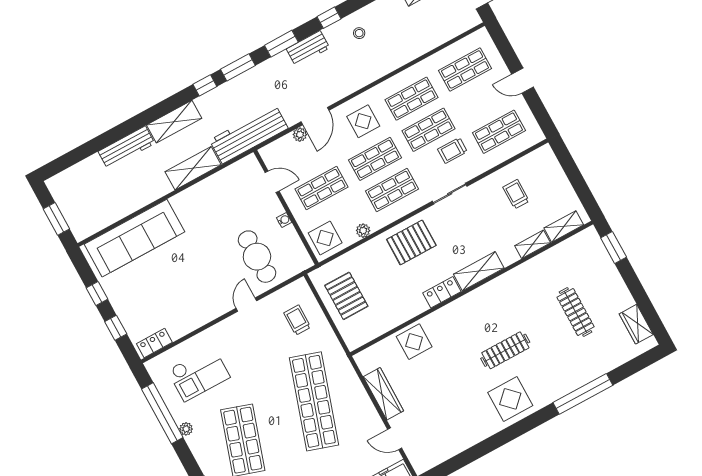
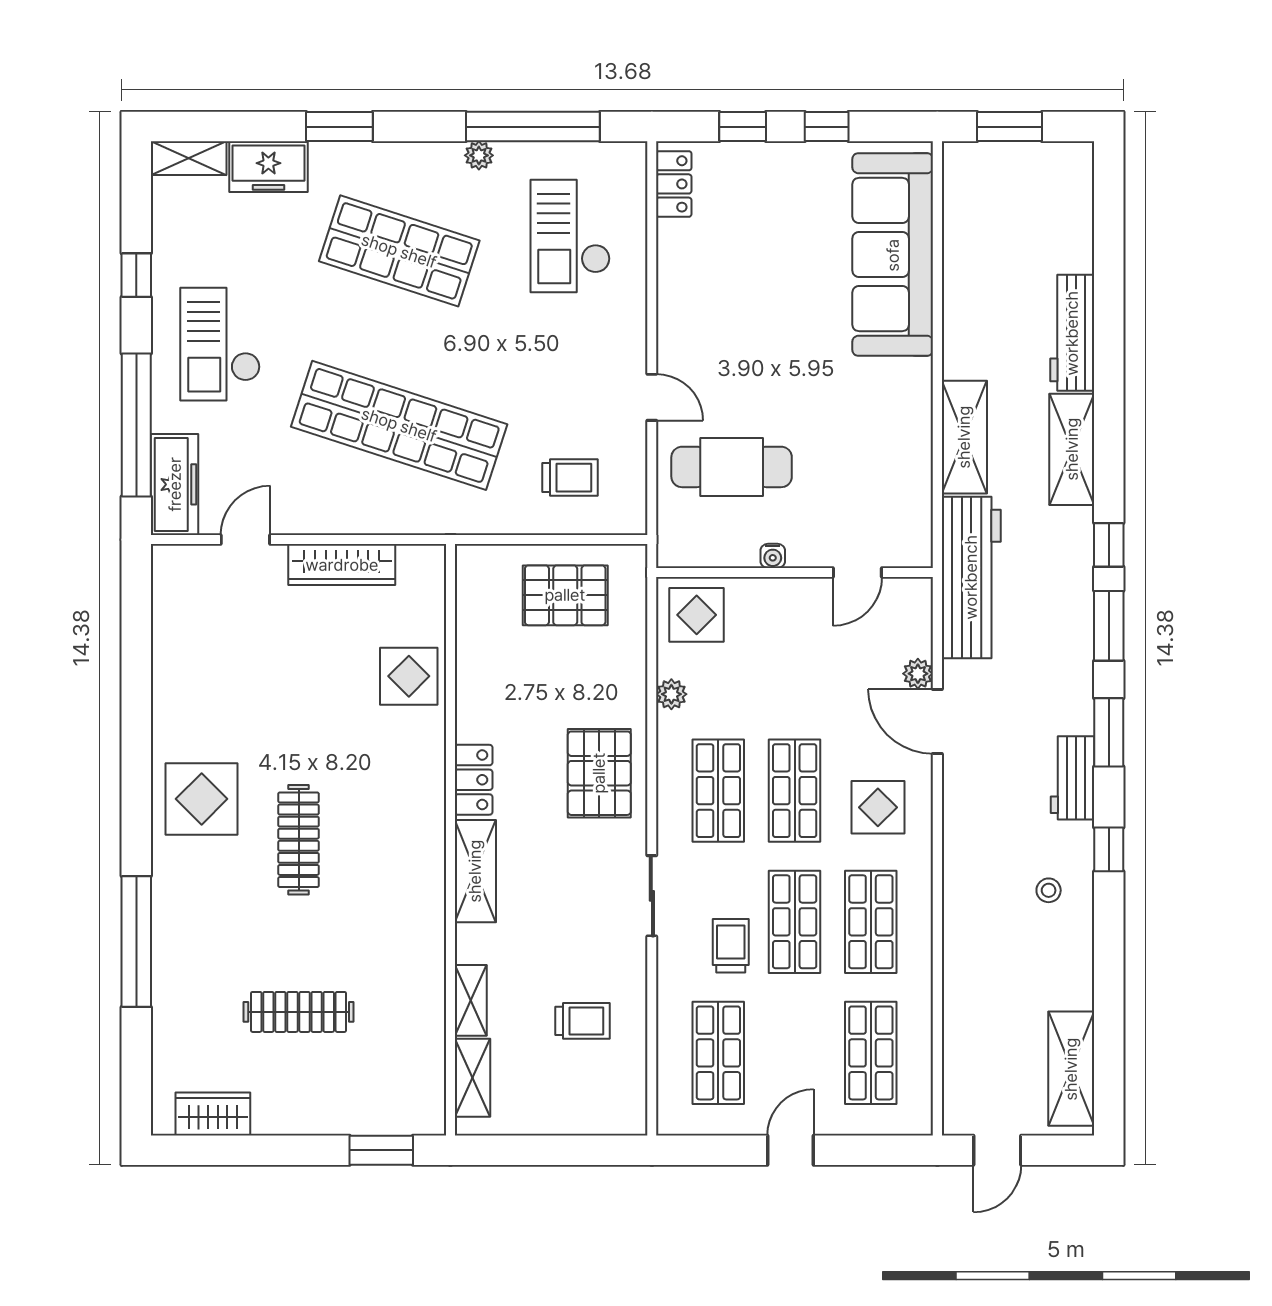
shop shelf: (321, 188) -> (795, 659), removed

